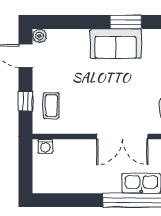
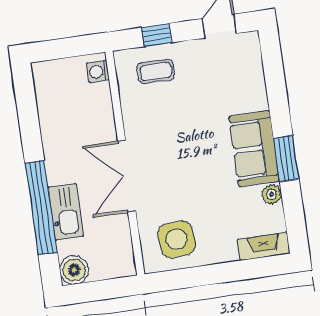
plant: (39, 36) -> (272, 194), moved

